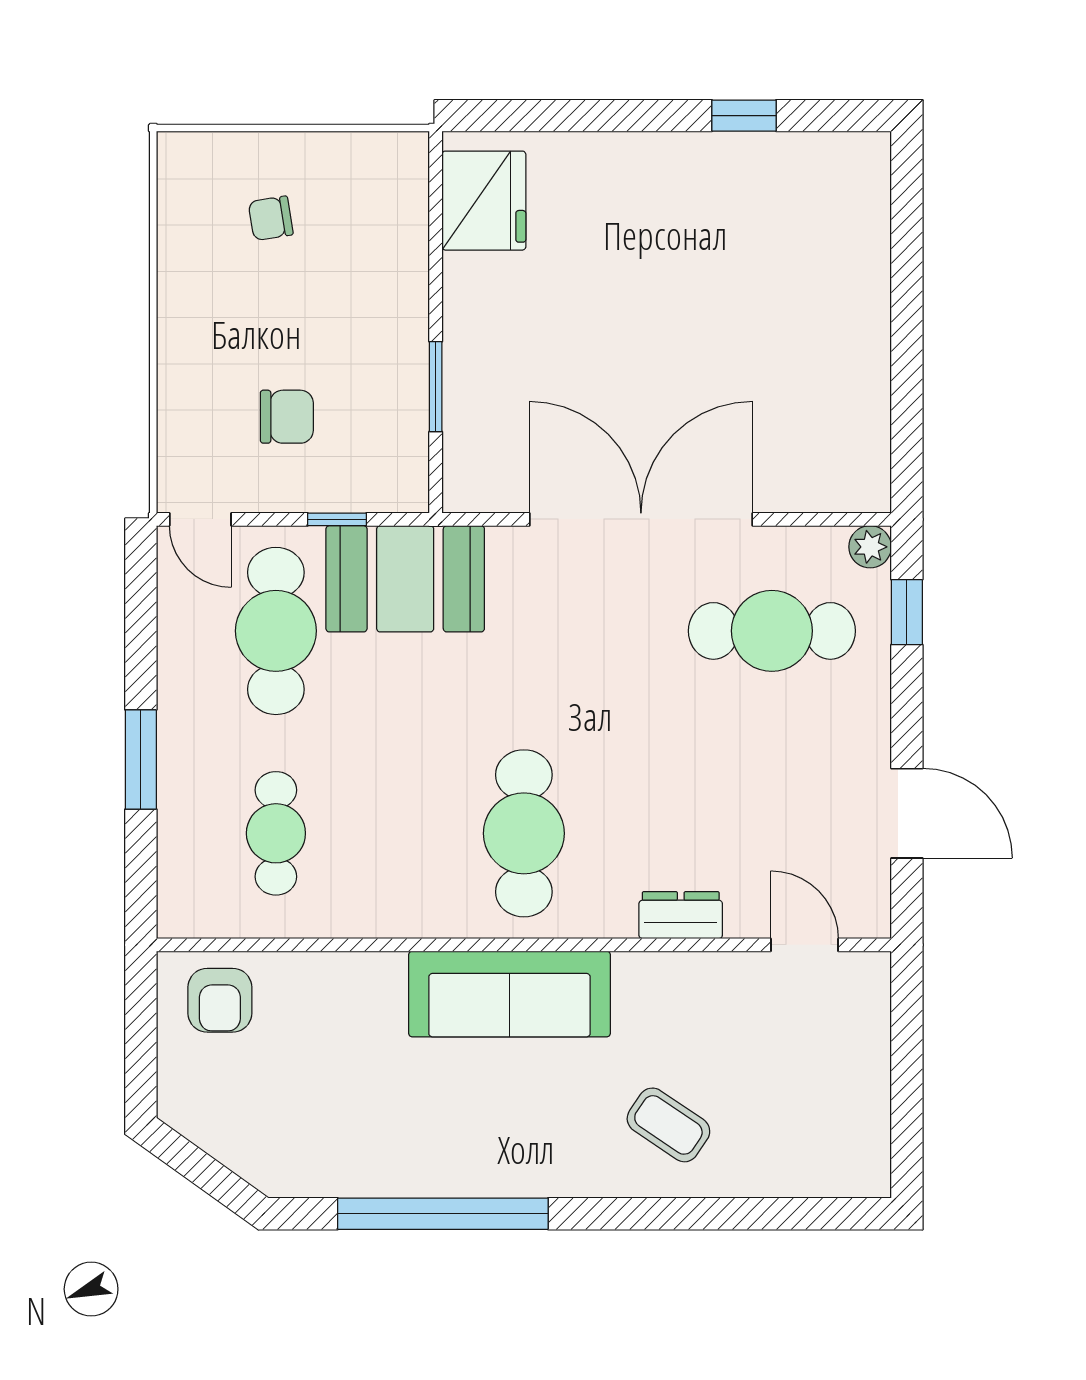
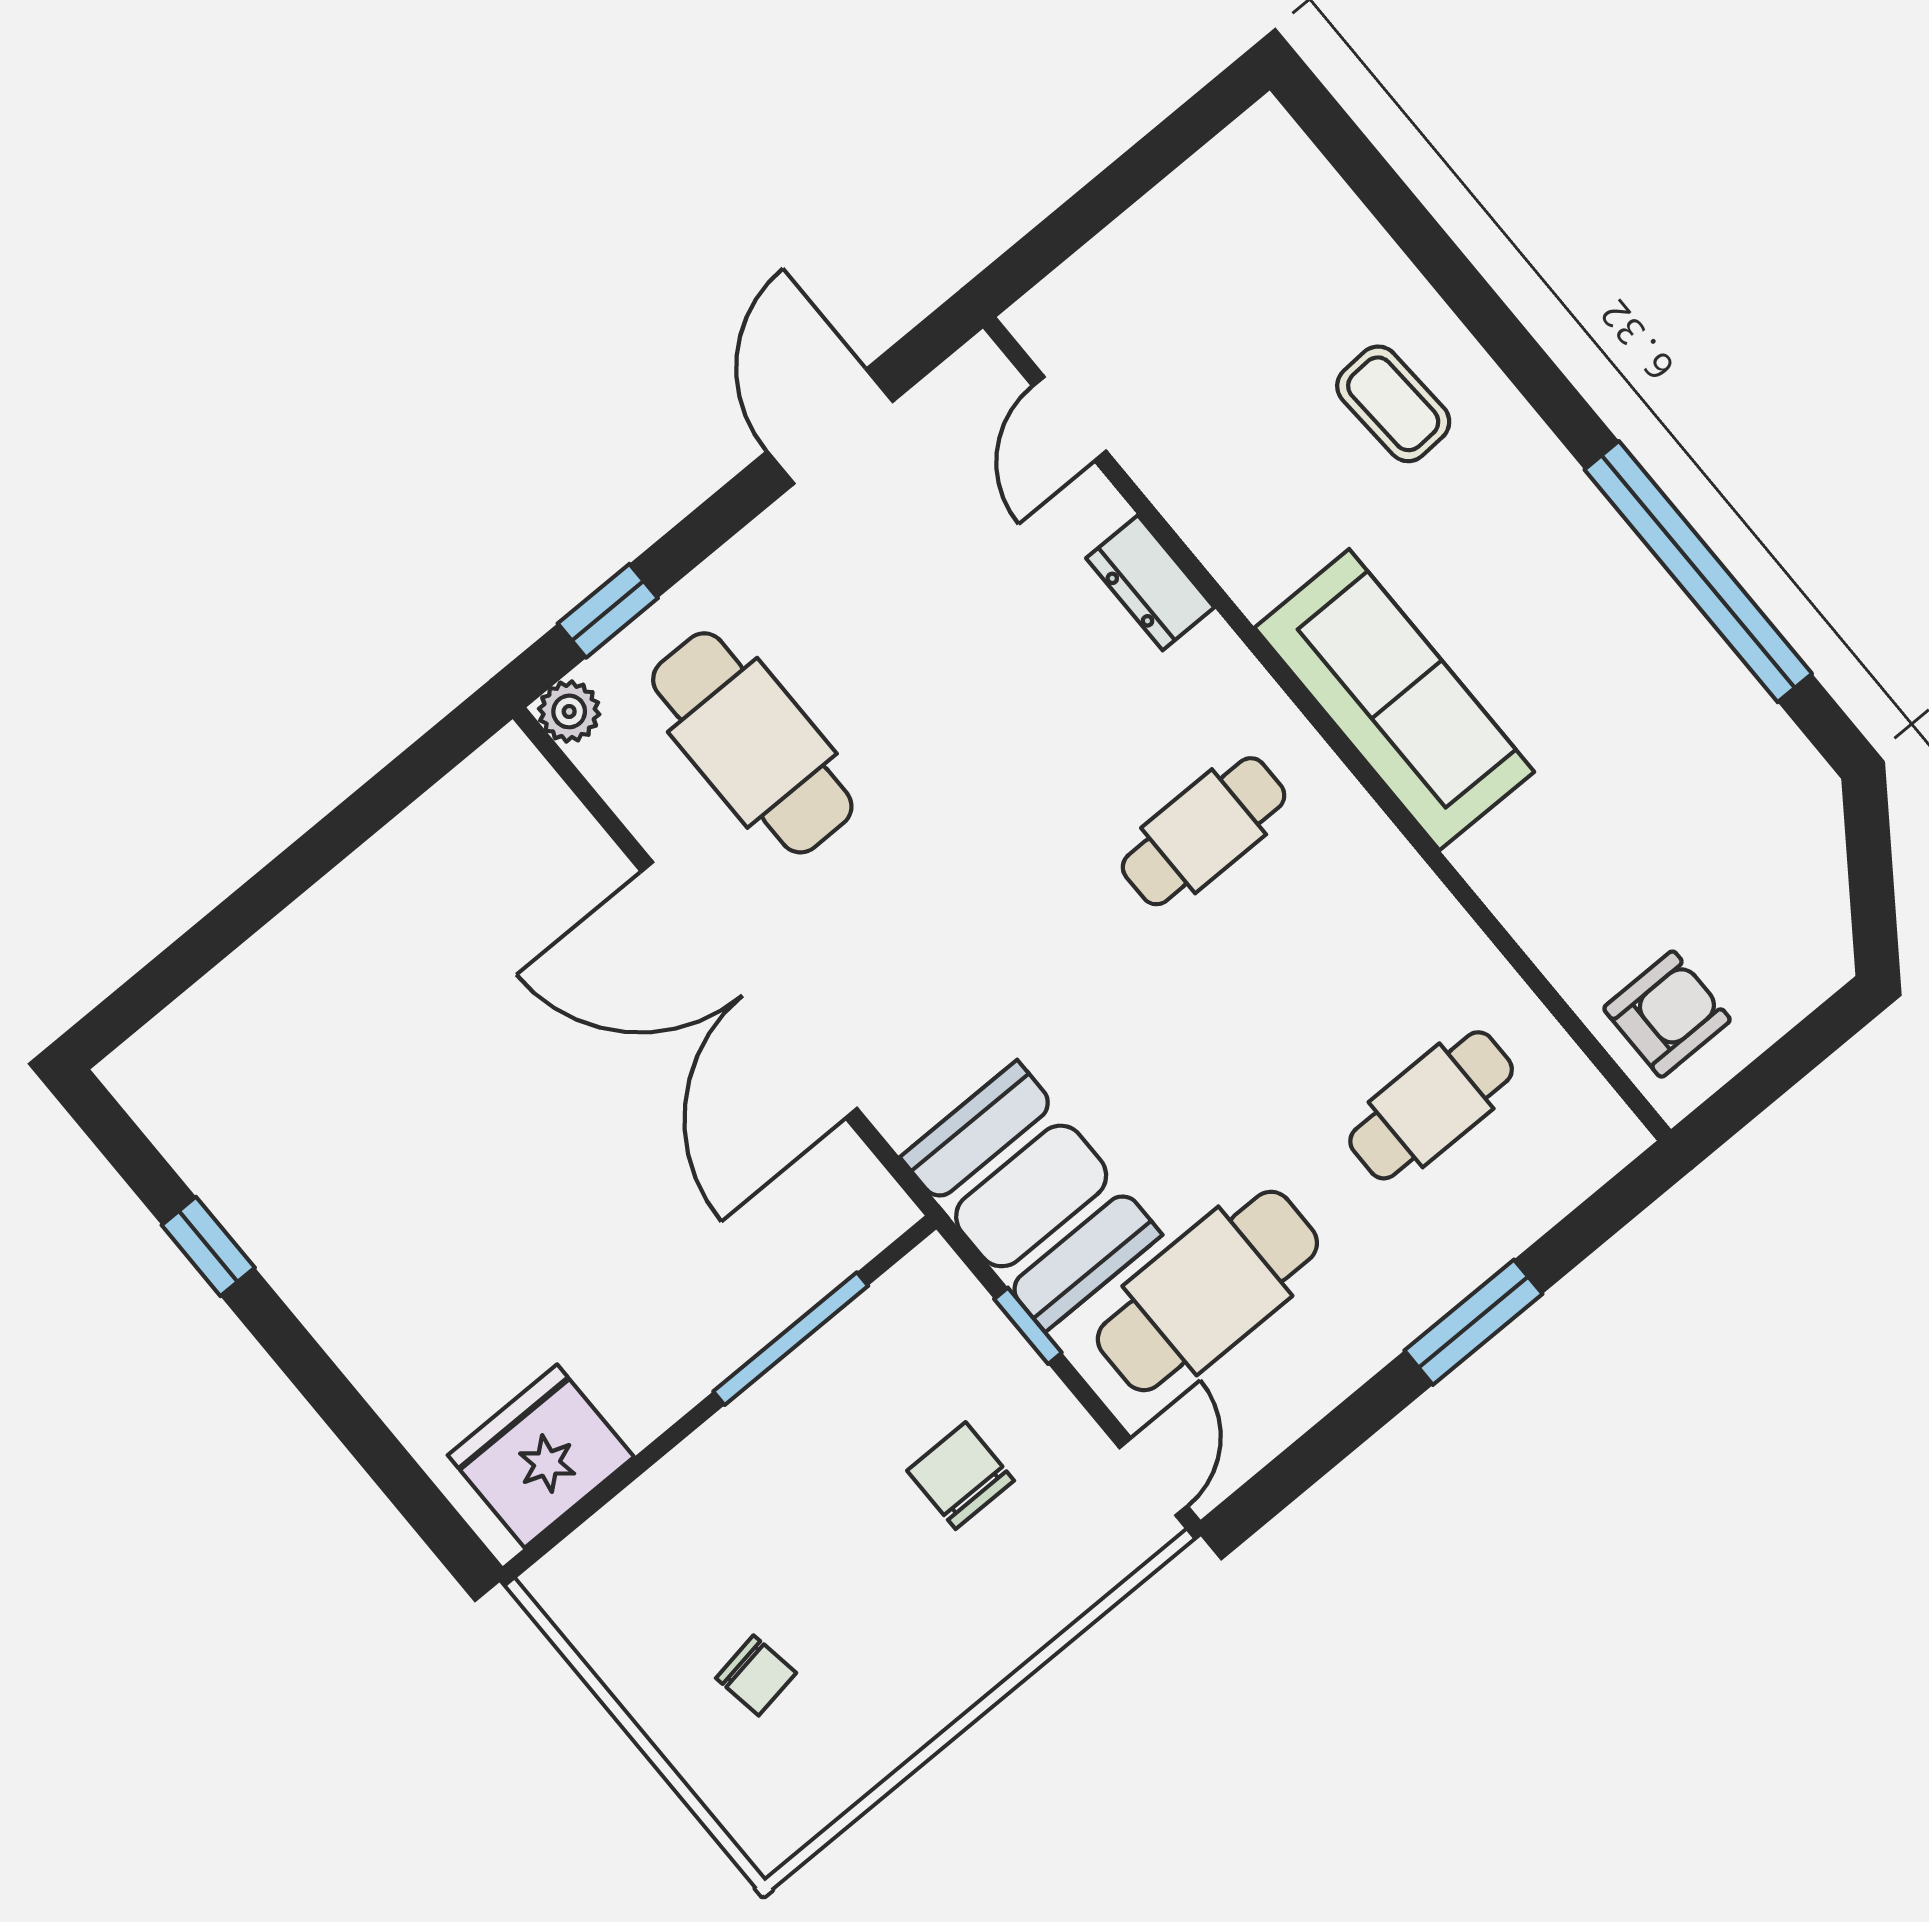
window: (436, 387) -> (791, 1339), width x1.44
cafe table: (524, 833) -> (1204, 831), width x0.73, depth x0.74
coffee table: (668, 1125) -> (1393, 404), turned -37

